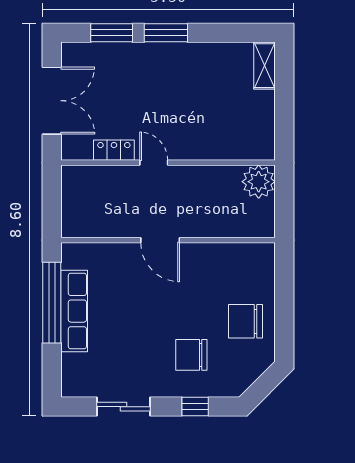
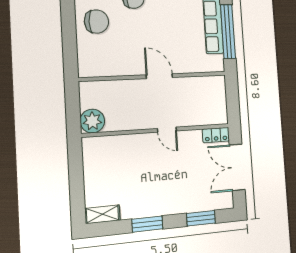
window: (166, 33) -> (147, 224), moved
shelving: (265, 66) -> (102, 214), moved, turned 90
locker: (114, 150) -> (216, 135), moved

